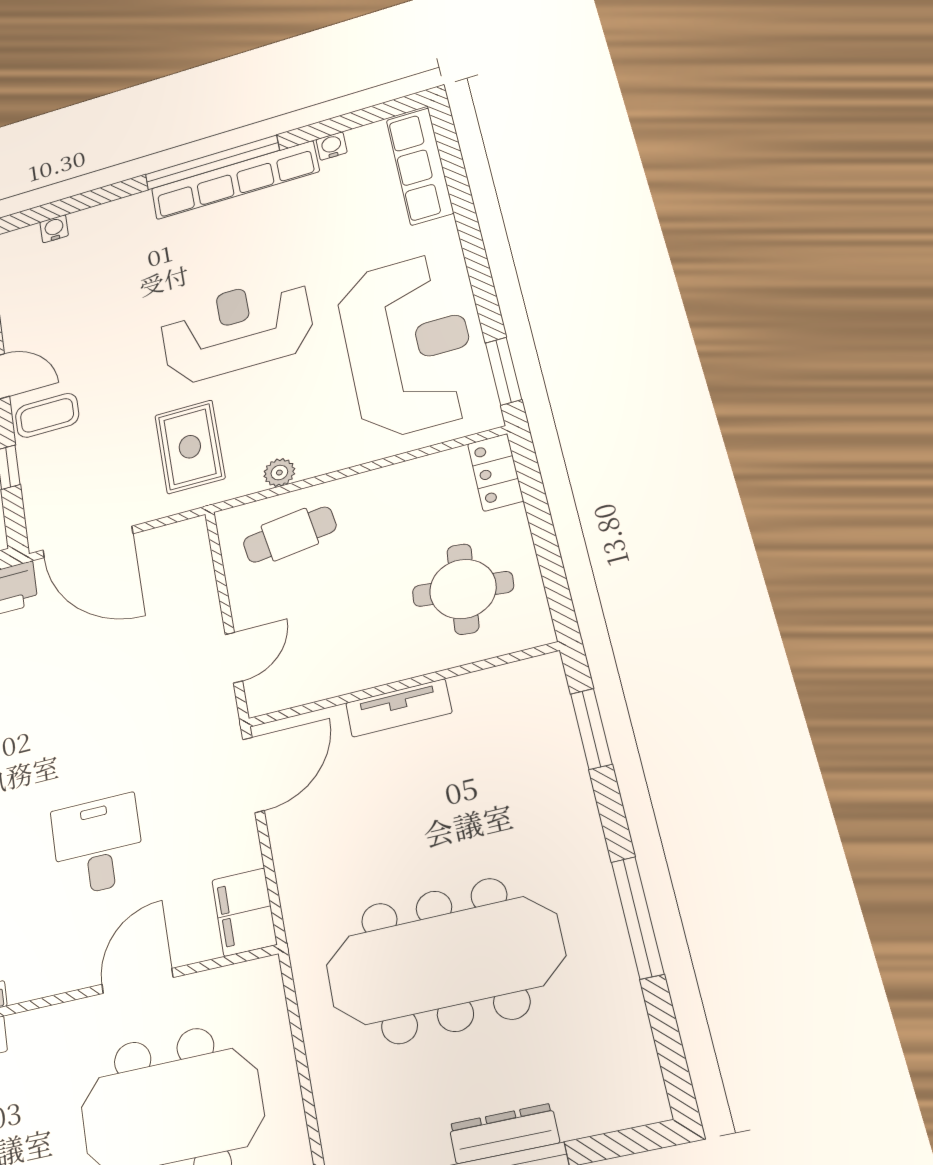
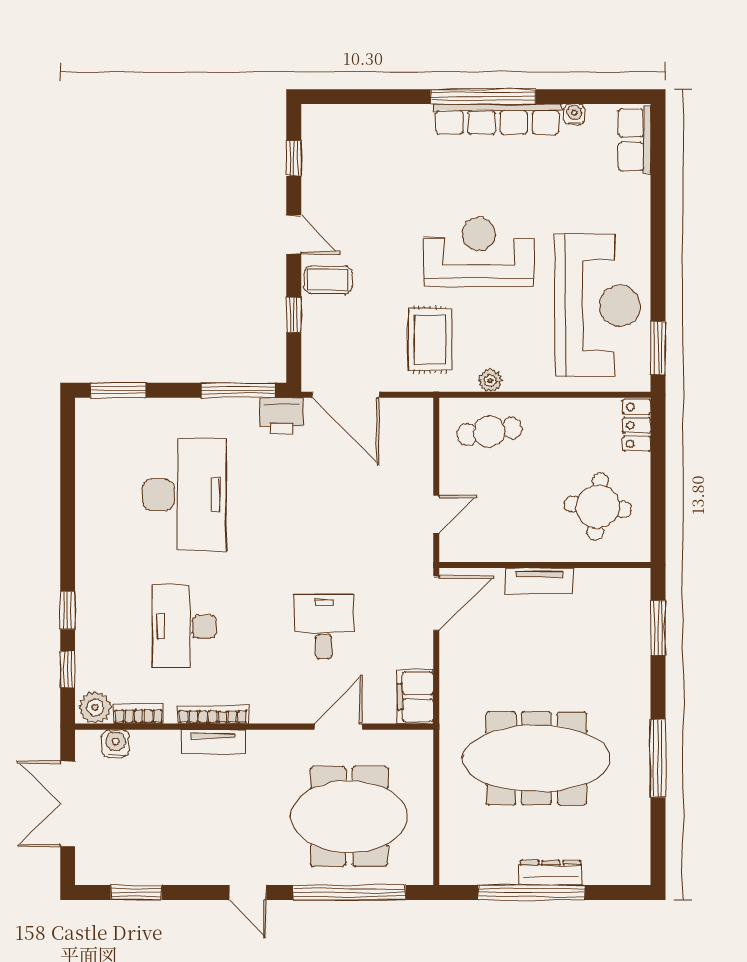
row of seats: (420, 166) -> (634, 140), width x0.68
water cooler: (54, 229) -> (353, 114), removed

